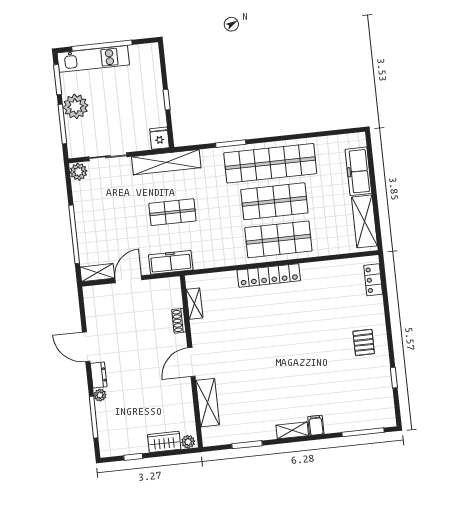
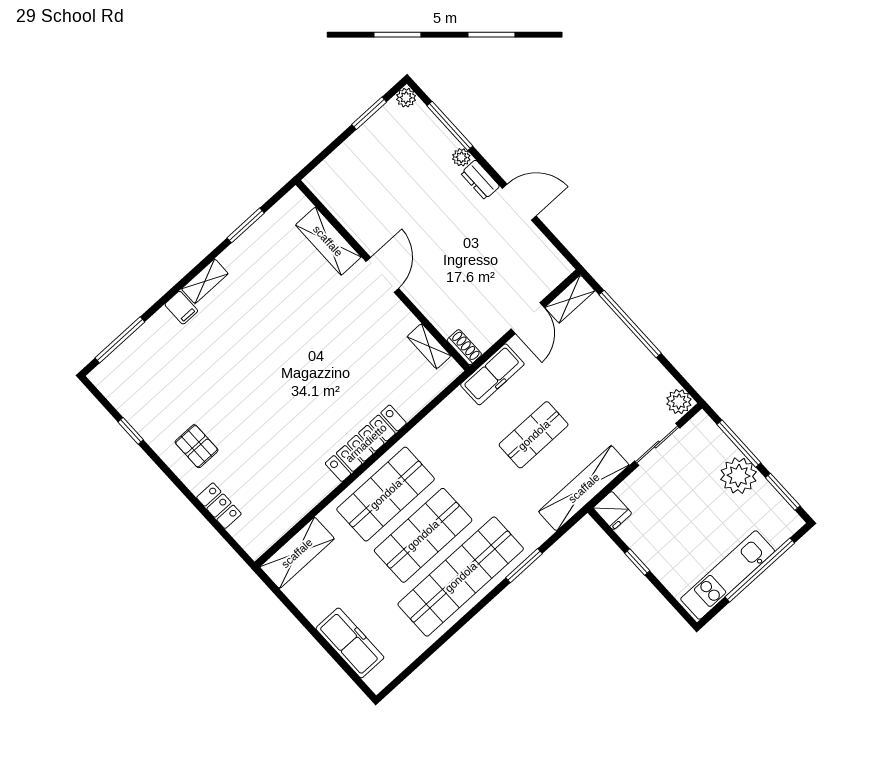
kitchen unit: (93, 59) -> (728, 575), moved
shelving: (364, 221) -> (297, 553), moved, turned 90
locker: (373, 280) -> (219, 506), moved
shoe rack: (179, 321) -> (464, 347), moved
wardrobe: (164, 442) -> (346, 157), removed
plant: (188, 442) -> (406, 98), moved
window: (133, 457) -> (369, 113), width x1.50

